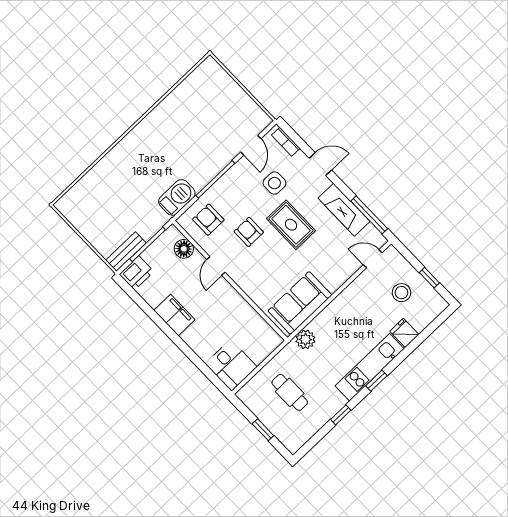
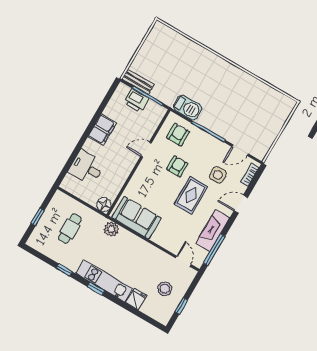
door: (320, 164) -> (241, 204), swing flipped
floor lamp: (184, 249) -> (104, 205), moved
printer: (137, 273) -> (136, 101), moved
desk: (231, 365) -> (87, 168), moved, turned 90

